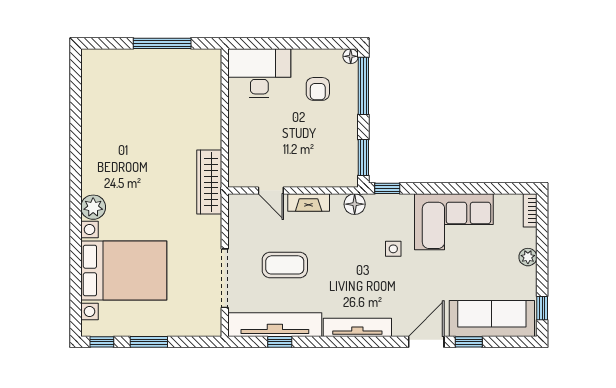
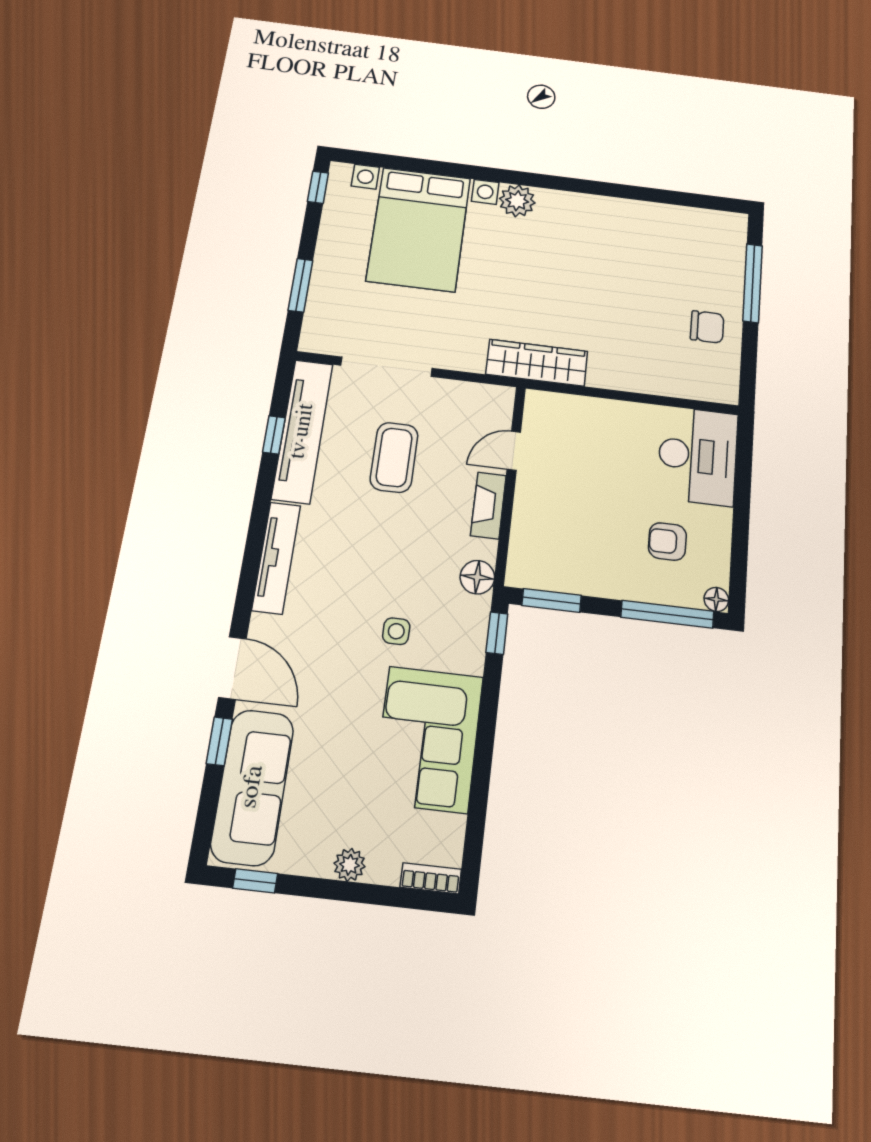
window: (162, 43) -> (753, 283), moved
chair: (169, 72) -> (707, 327), added
window: (149, 342) -> (301, 285), moved

